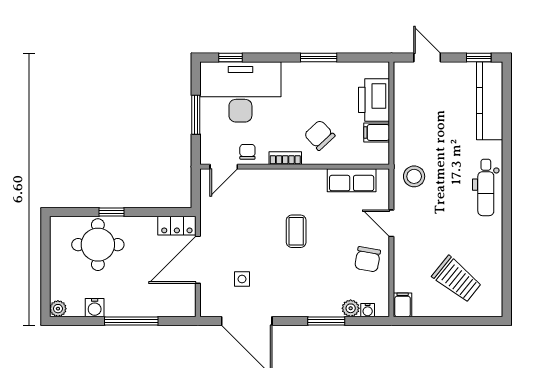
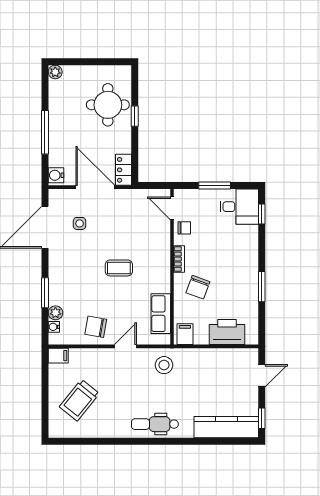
desk: (240, 92) -> (239, 207), width x0.53, depth x0.77
filing cabinet: (377, 132) -> (185, 334), moved
chair: (320, 135) -> (198, 287), turned 153
water cooler: (95, 308) -> (56, 175), moved

